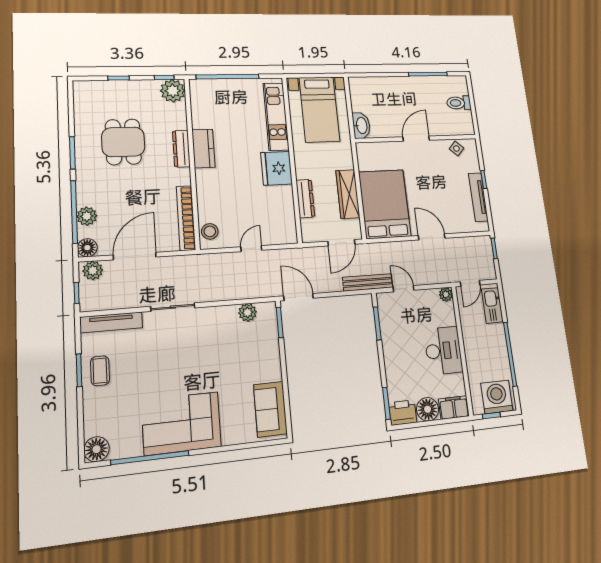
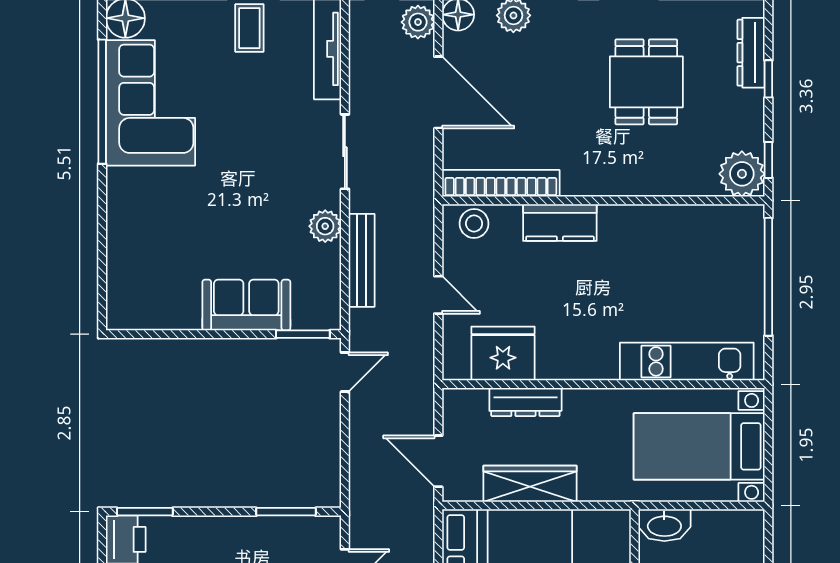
dining table: (123, 142) -> (646, 82), turned 90
kitchen counter: (203, 148) -> (560, 222), moved
dresser: (181, 149) -> (751, 53), moved, turned -90
fridge: (277, 168) -> (503, 353), moved
bench: (368, 282) -> (362, 260), moved
door: (299, 297) -> (345, 372), width x0.73
plant: (247, 312) -> (325, 226), moved
coffee table: (100, 371) -> (249, 28), turned 90
sofa: (270, 409) -> (246, 305), moved
corner sofa: (181, 423) -> (151, 103), moved

